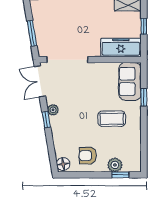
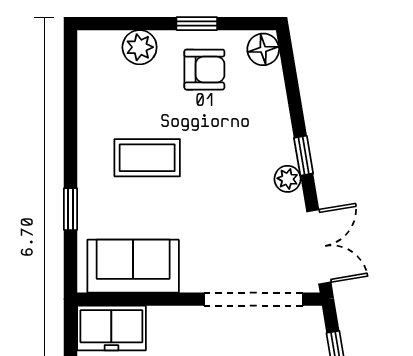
freezer: (121, 47) -> (111, 328), width x0.71
sofa: (130, 81) -> (133, 266), moved, turned -90
window: (120, 175) -> (197, 24), moved

